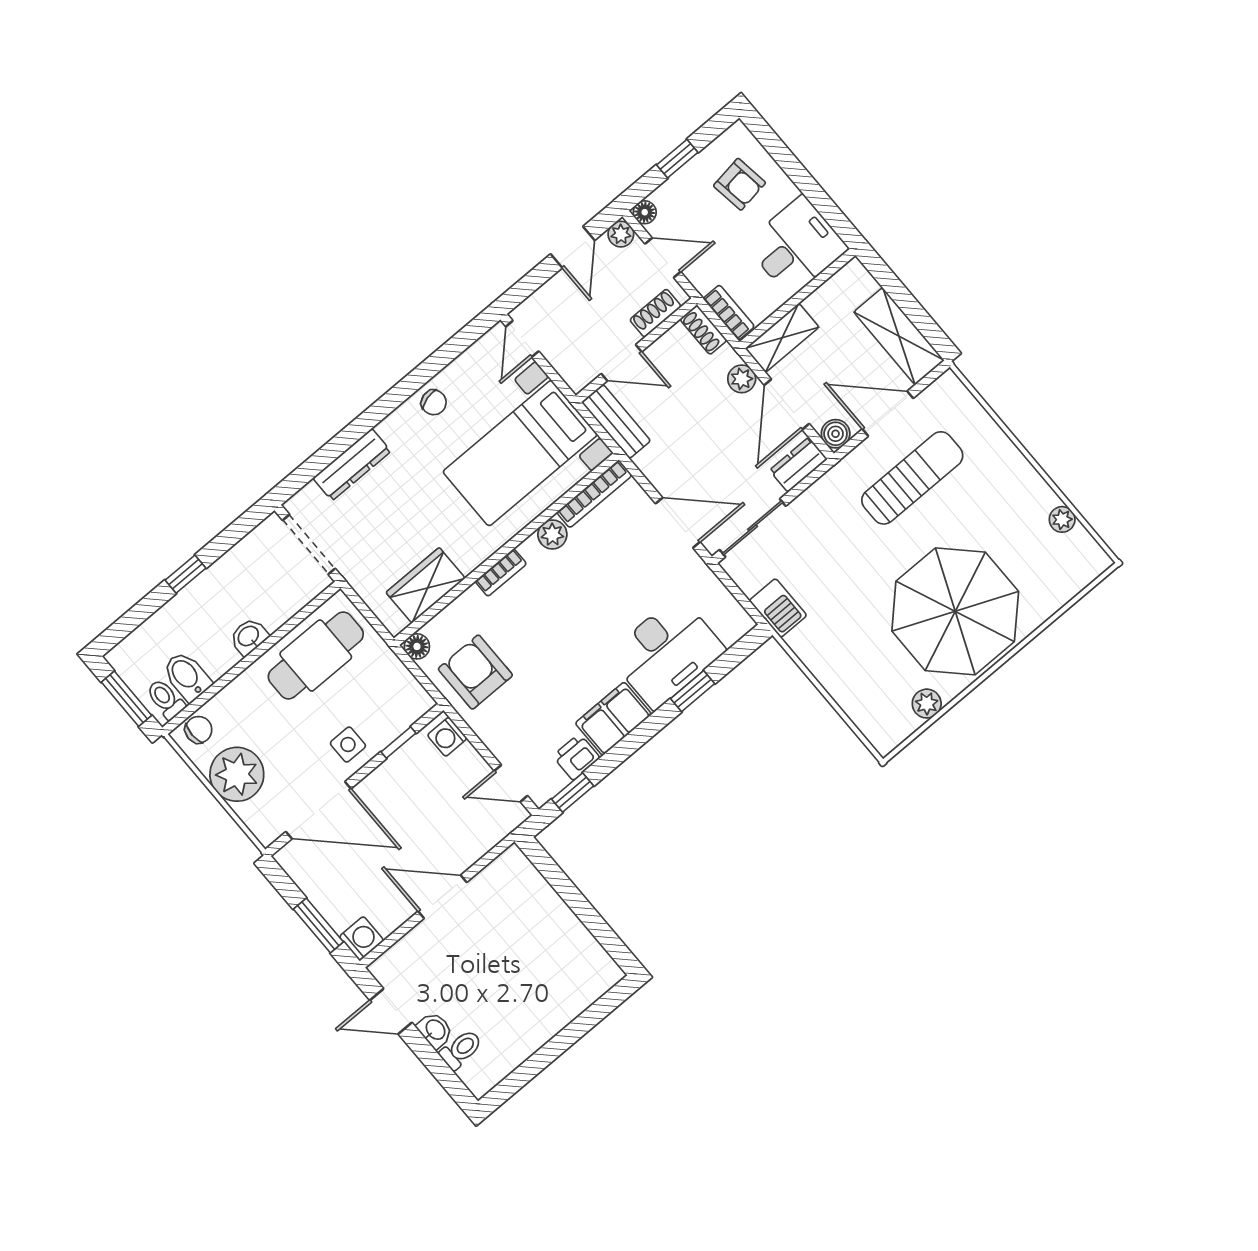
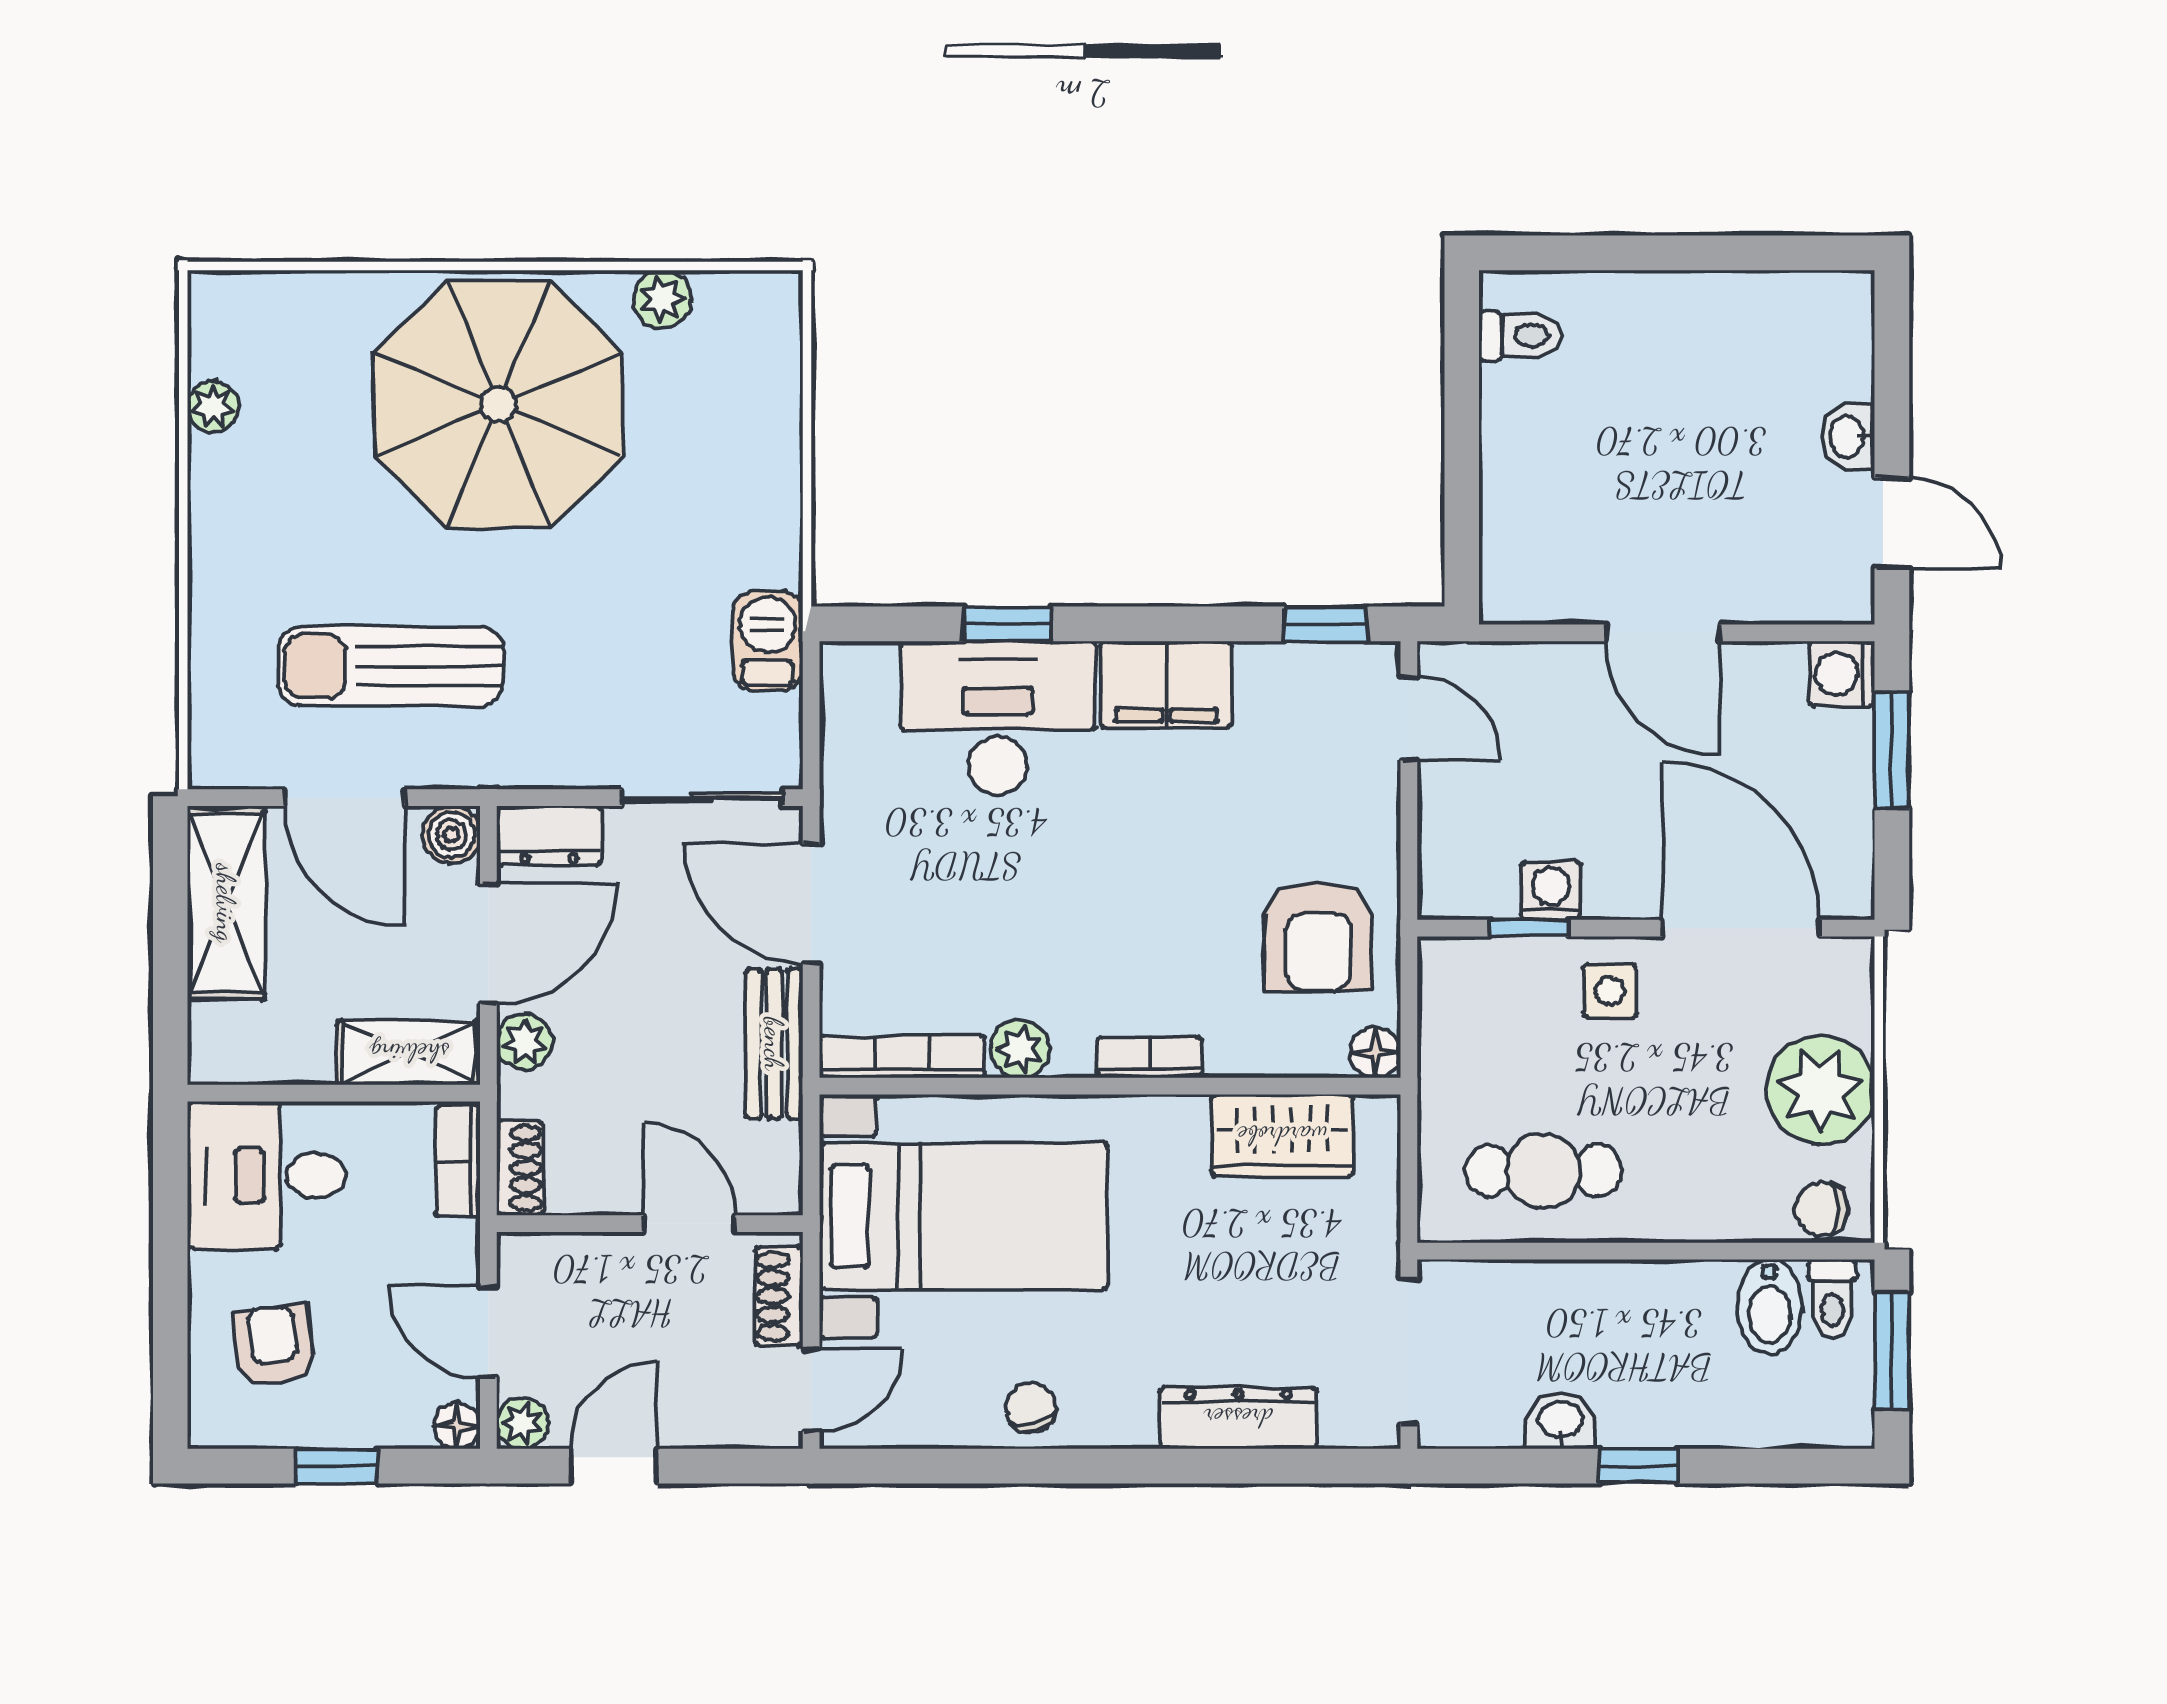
shoe rack: (655, 313) -> (779, 1296), moved, turned 90
bench: (616, 421) -> (774, 1044), moved
washbasin: (249, 637) -> (1561, 1421), moved, turned 180
cafe table: (316, 655) -> (1543, 1171), width x0.73, depth x0.74
washing machine: (447, 737) -> (1551, 891), moved, turned -90
printer: (576, 757) -> (1274, 674), removed
toilet: (461, 1049) -> (1520, 336), moved, turned 180

